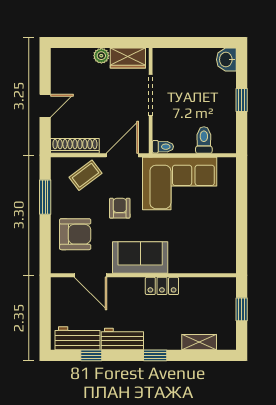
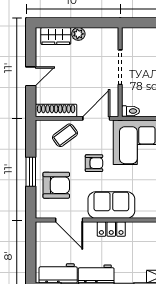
wardrobe: (128, 58) -> (56, 36), moved
window: (45, 197) -> (31, 172), moved
armchair: (120, 208) -> (94, 163), turned 90
locker: (162, 286) -> (111, 229), moved

